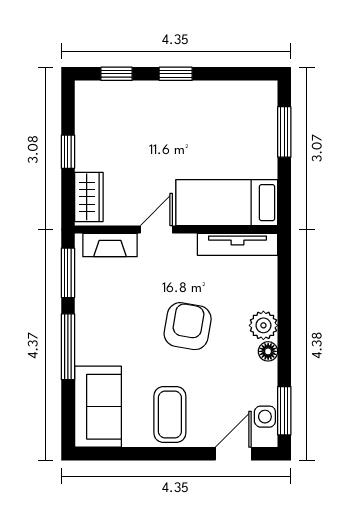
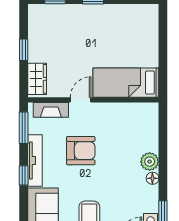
window: (284, 132) -> (163, 37), removed
tv unit: (237, 244) -> (35, 161), moved, turned -90
armchair: (188, 326) -> (81, 151), moved, turned 80
window: (68, 347) -> (24, 175), width x0.46

